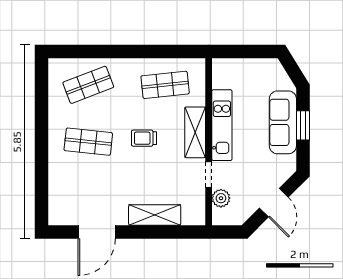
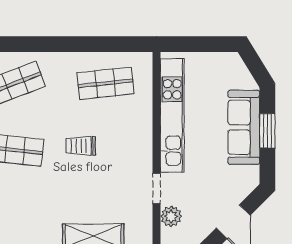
kitchen unit: (222, 125) -> (172, 115), width x1.36
shelving: (195, 132) -> (141, 139), removed

